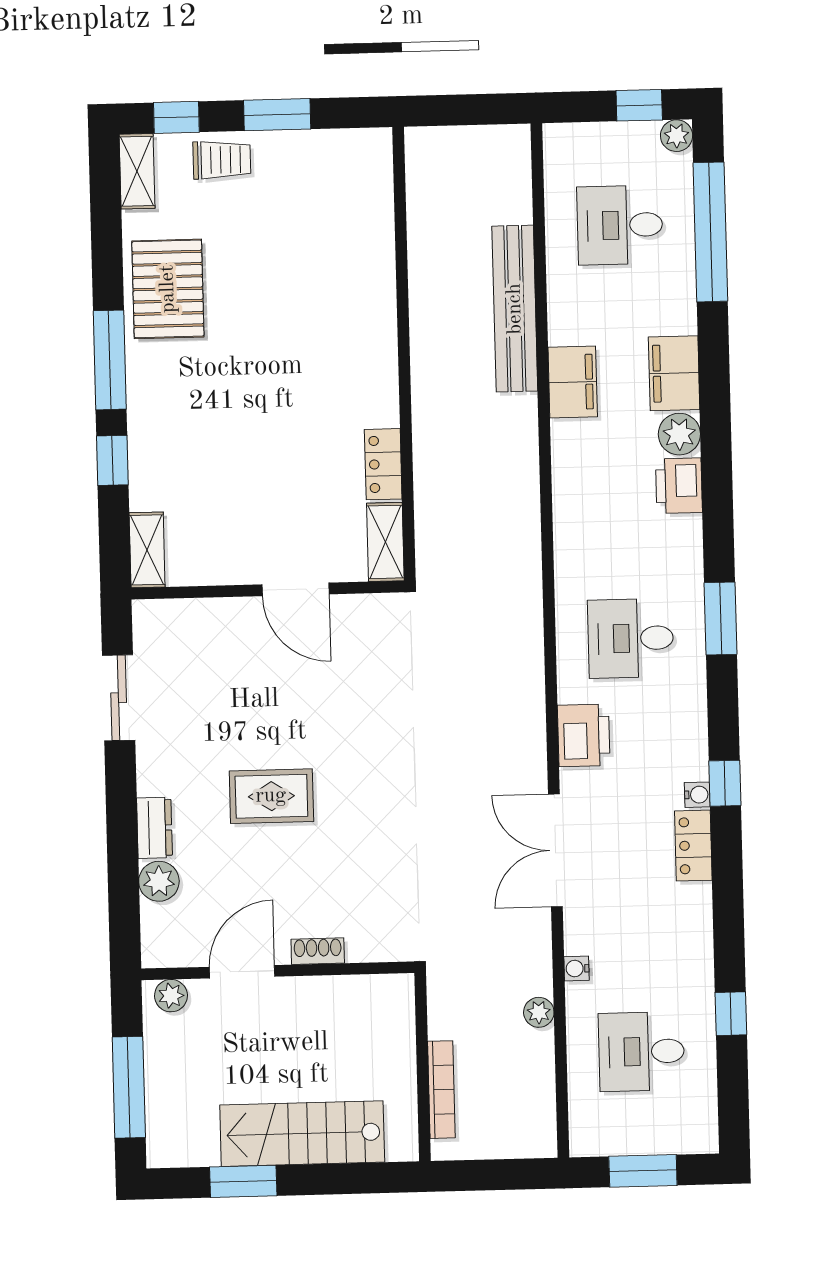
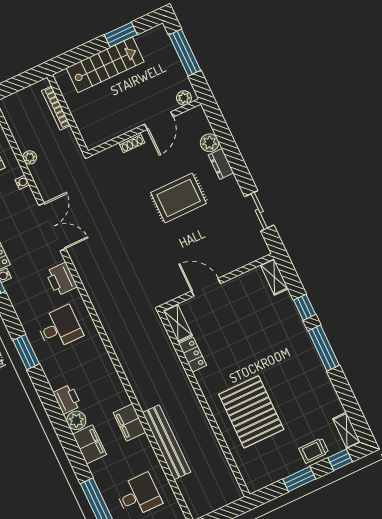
pallet: (168, 289) -> (251, 412), moved, width x1.37, depth x1.41
rug: (271, 796) -> (179, 198), width x1.36, depth x1.43

